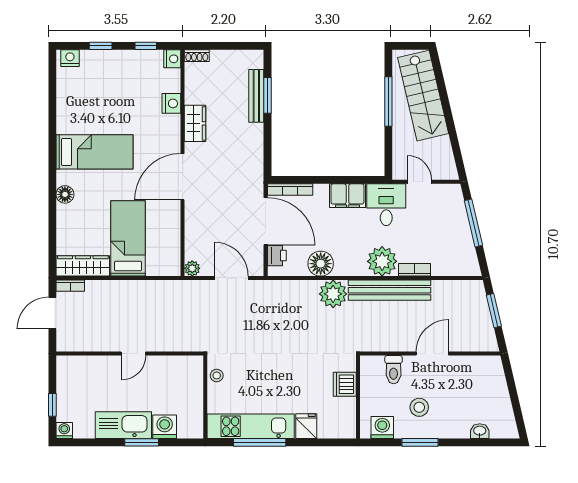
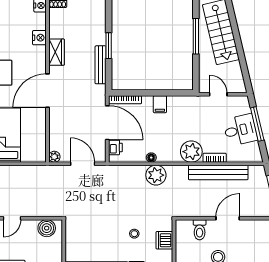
window: (268, 95) -> (109, 46), moved
bench: (256, 96) -> (101, 65), moved
filing cabinet: (347, 196) -> (160, 104), width x0.50
desk: (386, 205) -> (240, 130), moved, turned 77
floor lamp: (321, 264) -> (151, 158), width x0.53, depth x0.53
bench: (390, 290) -> (218, 172), moved
boiler: (182, 367) -> (47, 228), added
stool: (217, 375) -> (134, 234), moved

